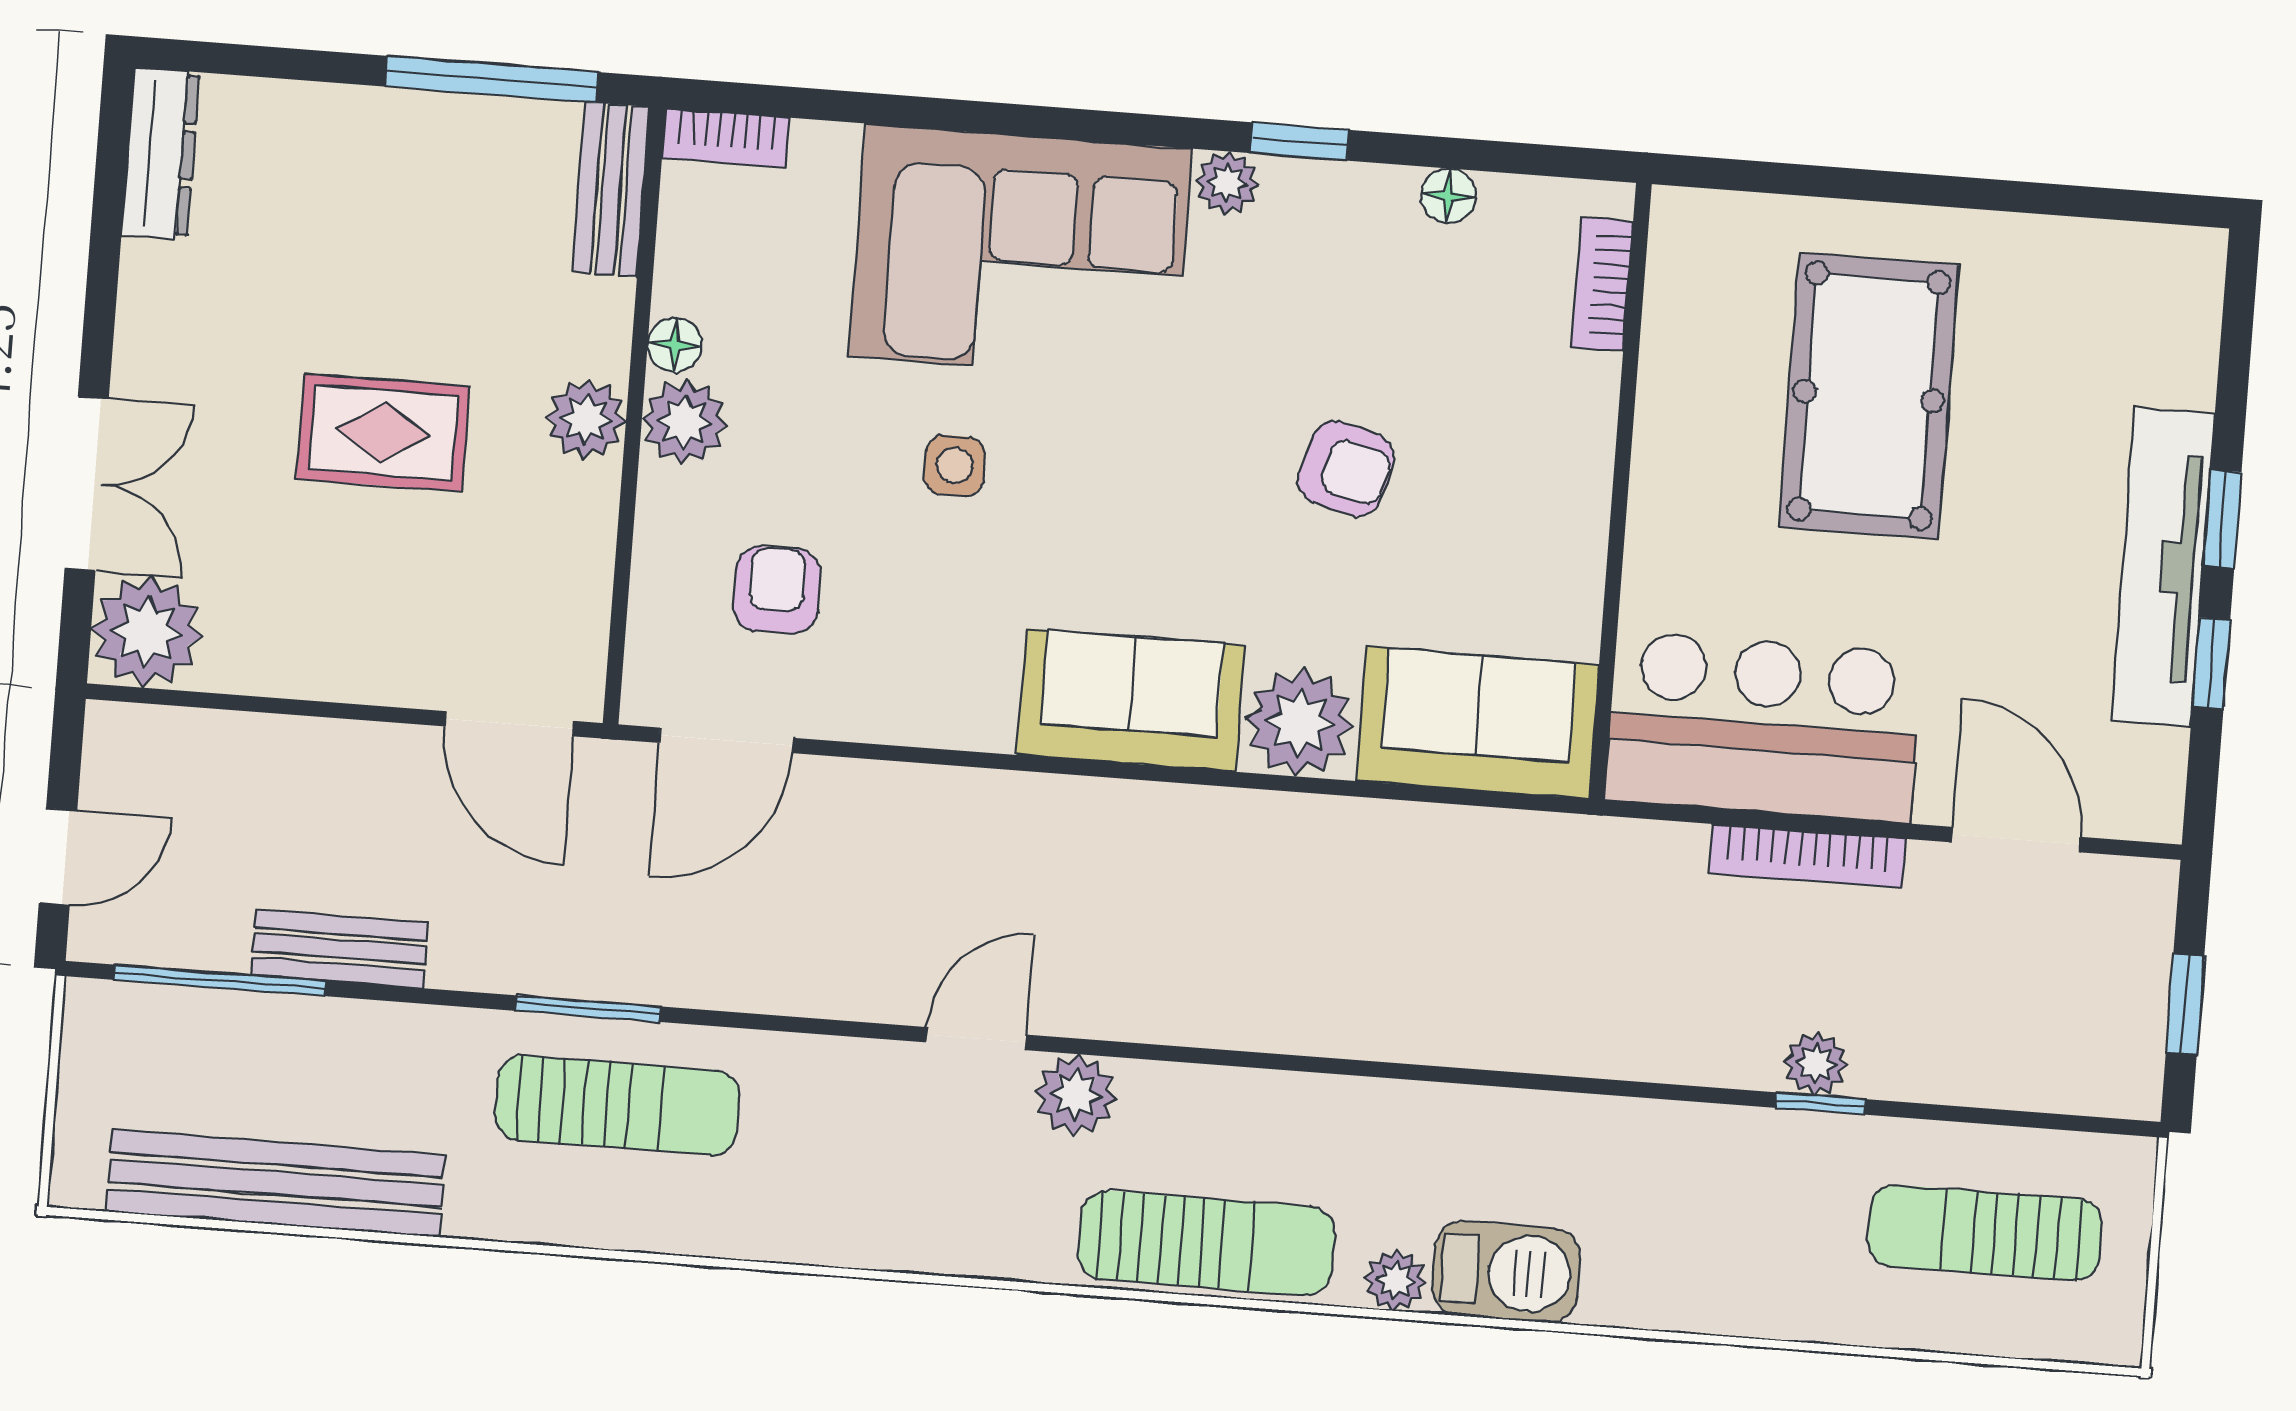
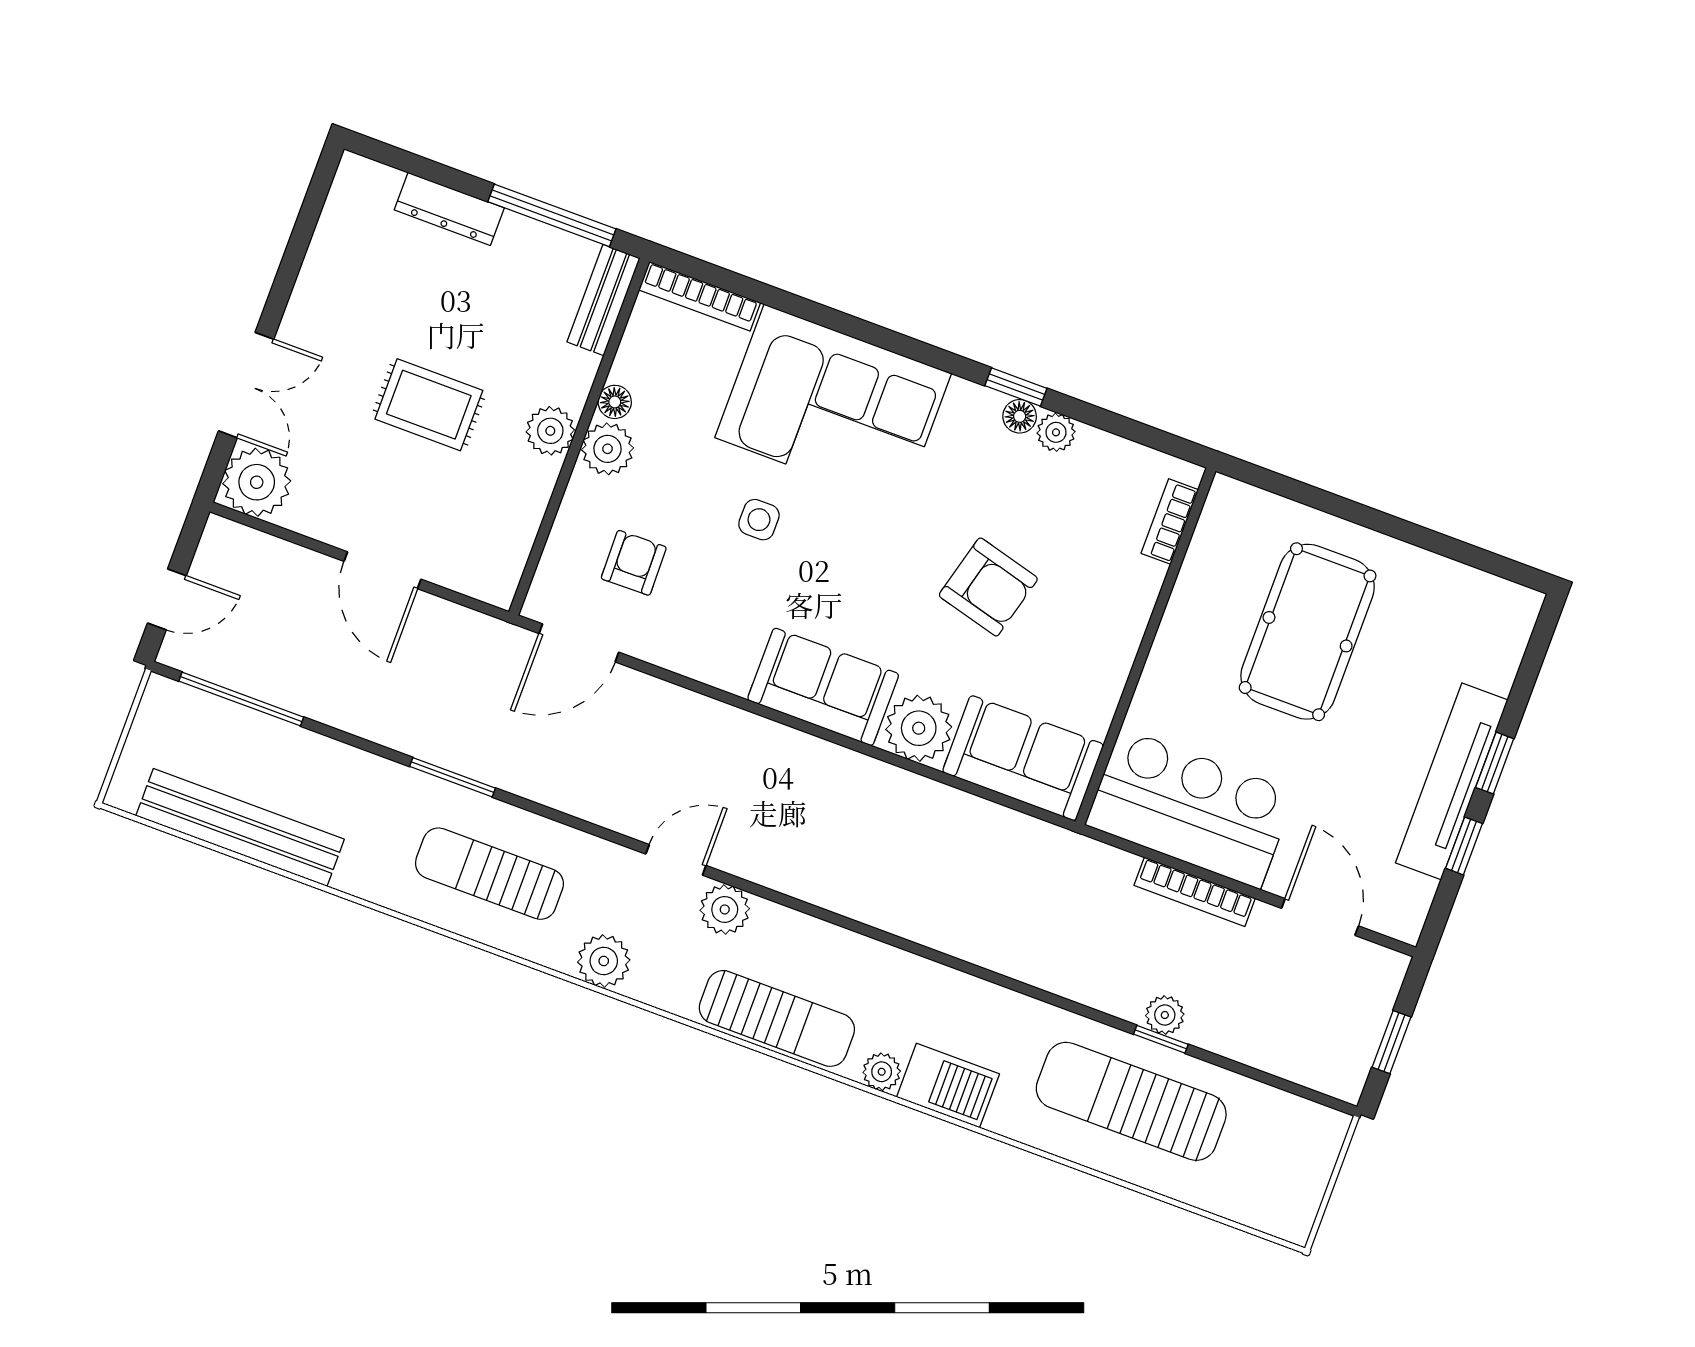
bookcase: (726, 138) -> (700, 296), width x1.56
dresser: (161, 154) -> (449, 209), moved, turned 90
plant: (1227, 183) -> (1056, 432), moved
floor lamp: (1448, 196) -> (1020, 416), moved
armchair: (1346, 469) -> (988, 587), width x1.38, depth x1.38
door: (509, 724) -> (383, 570), moved
bench: (340, 949) -> (317, 701), removed
sun lounger: (617, 1105) -> (489, 874), moved, turned 180
plant: (908, 1230) -> (604, 961), added
sun lounger: (1985, 1233) -> (1131, 1101), moved, width x1.36, depth x1.34

